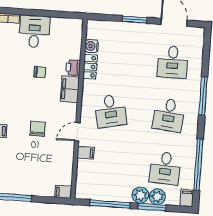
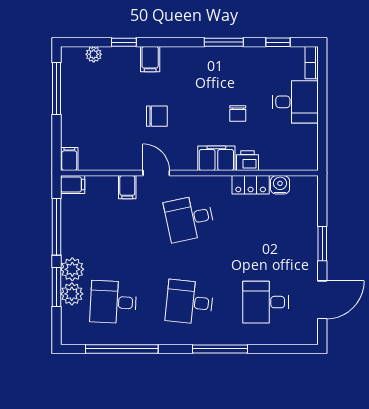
filing cabinet: (187, 198) -> (73, 184), moved

